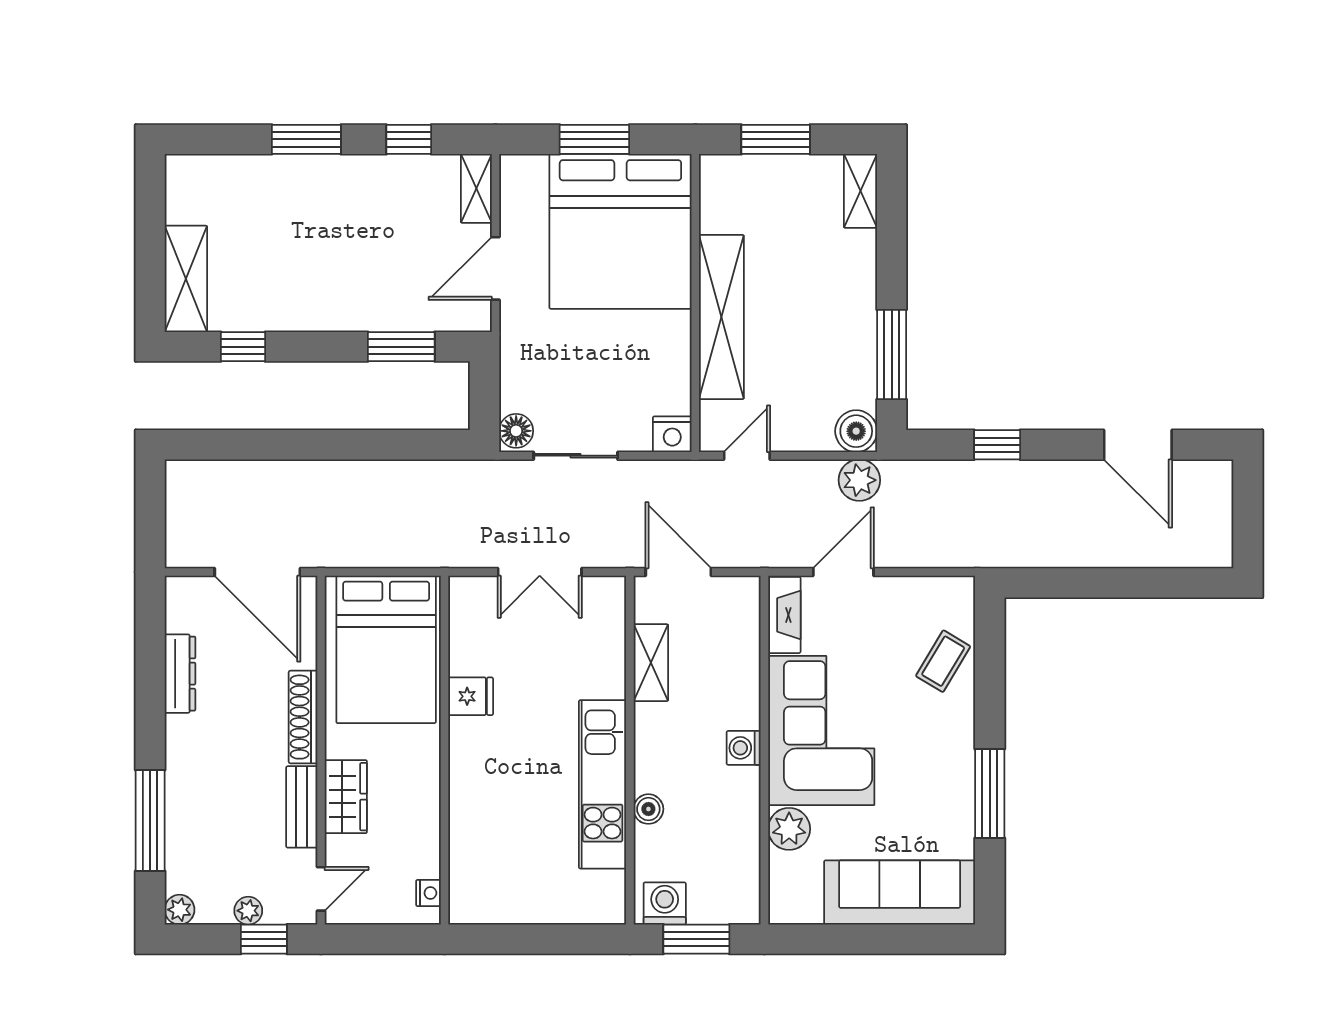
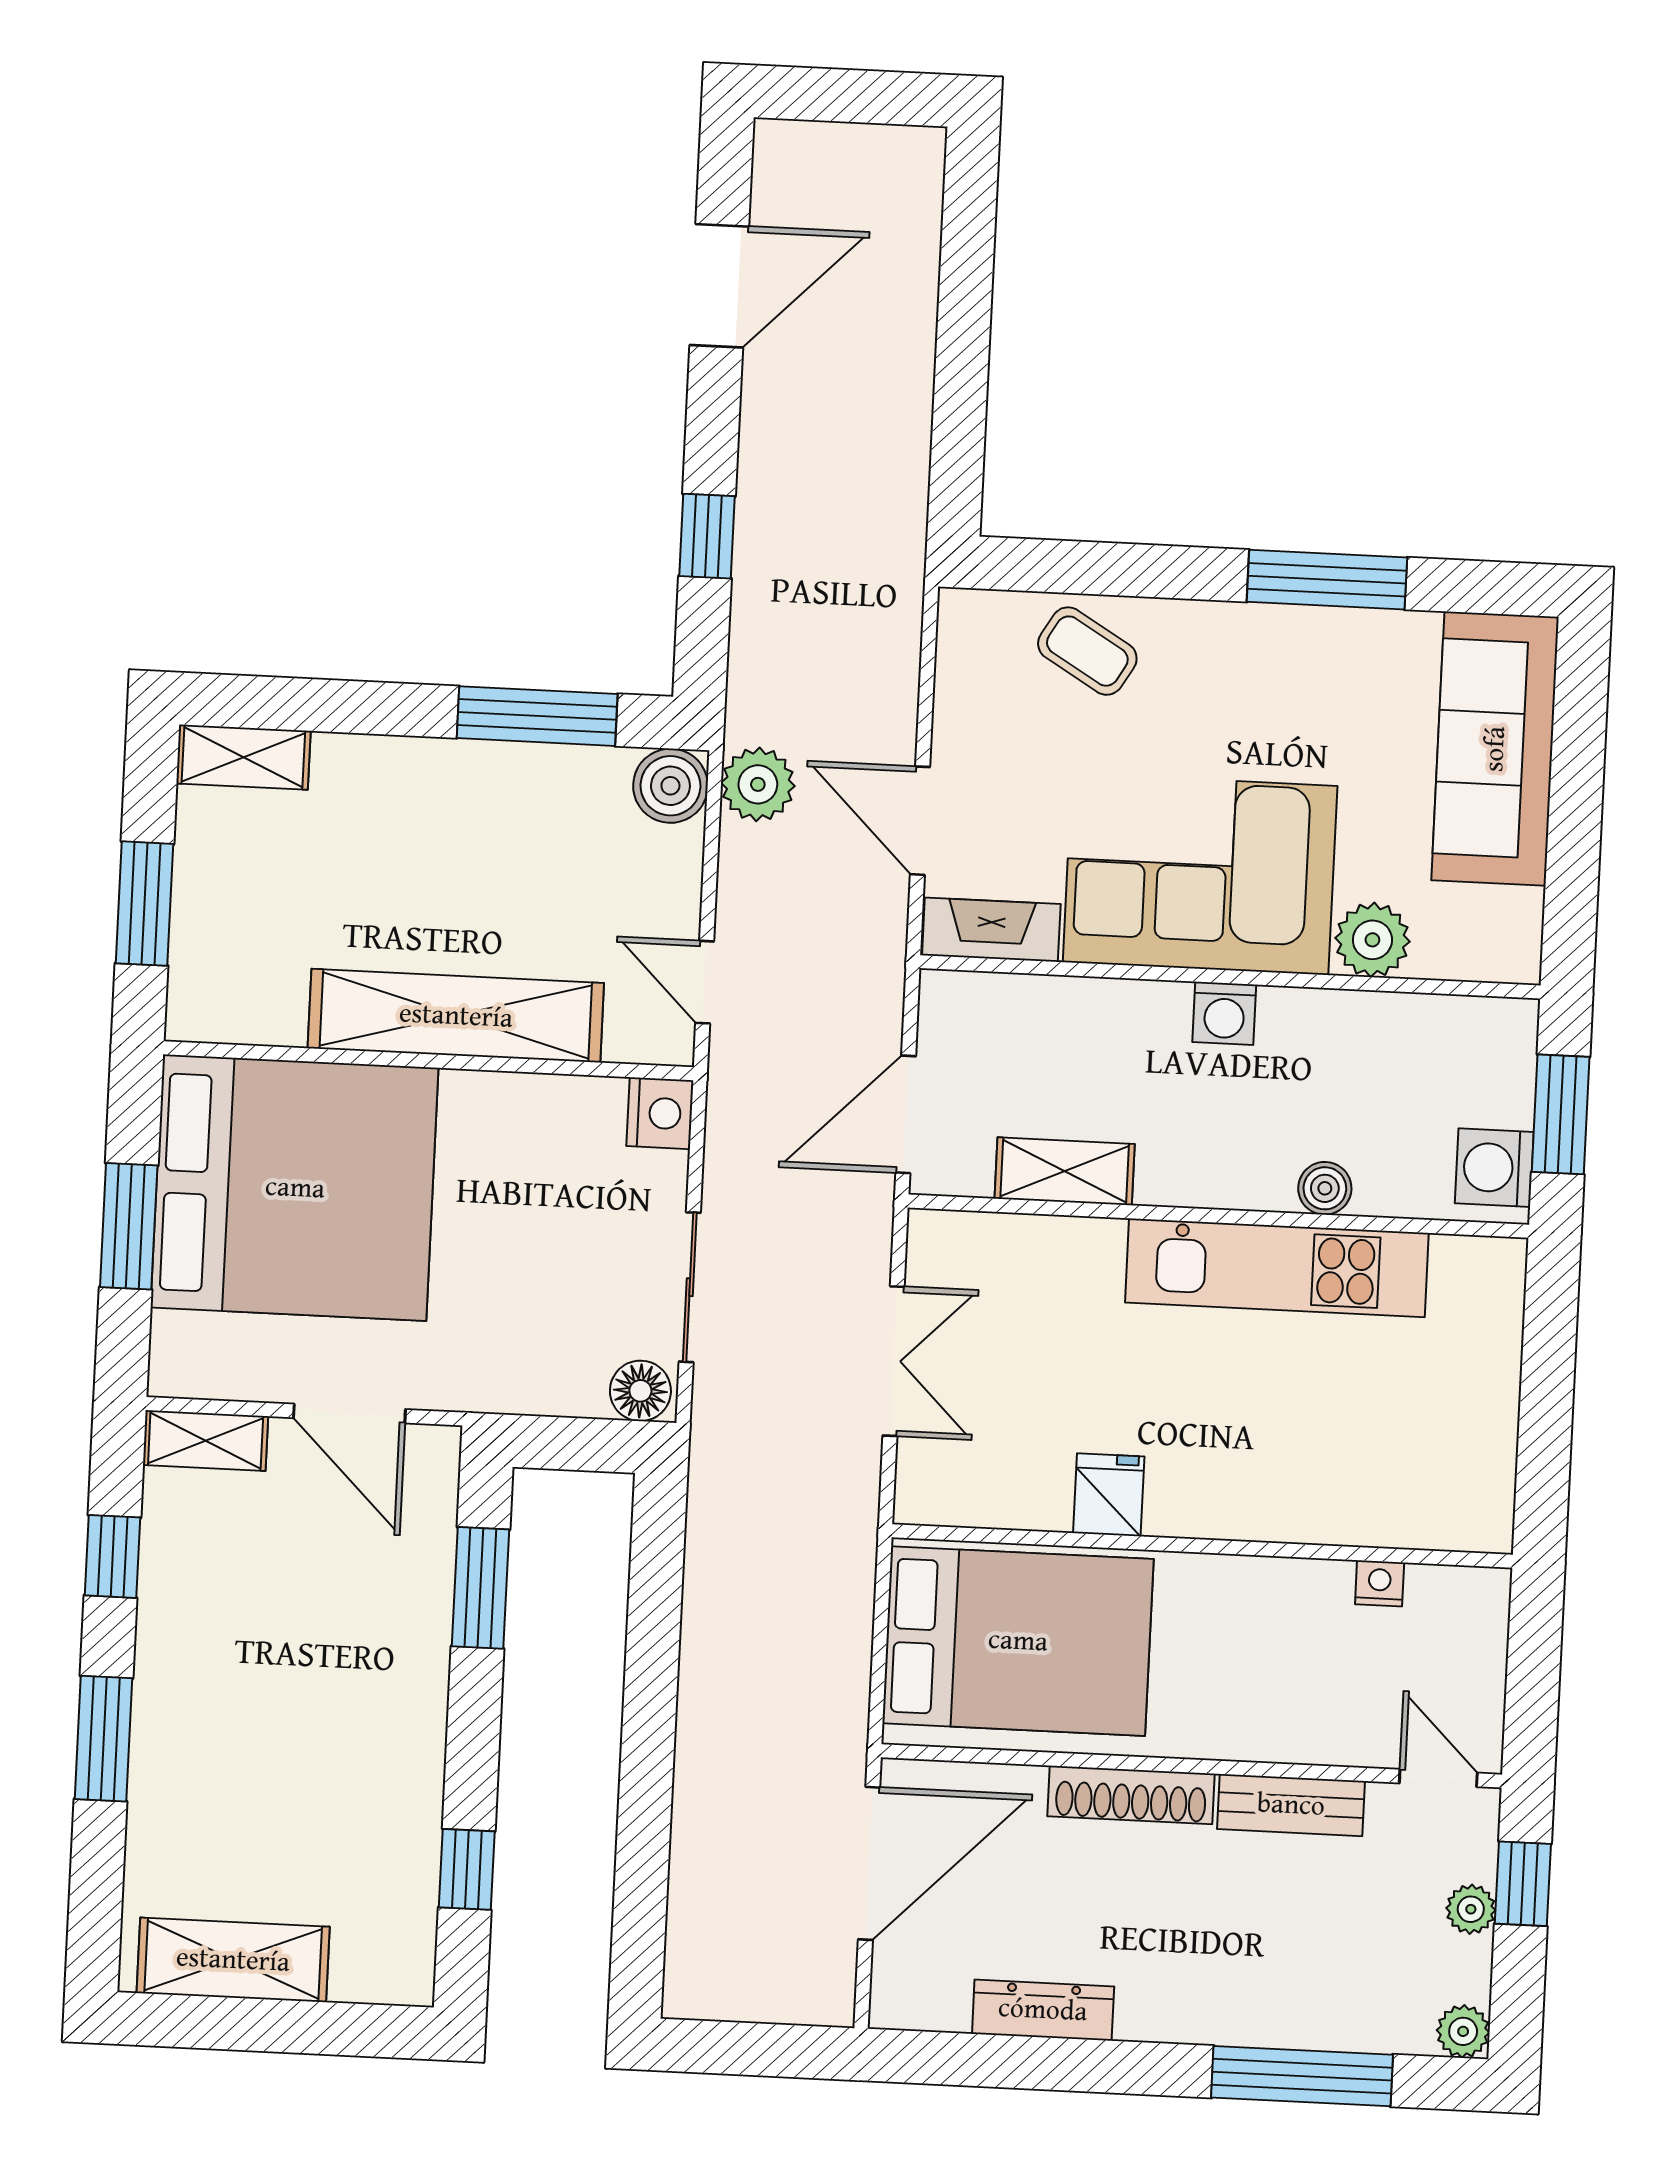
shelving: (186, 279) -> (233, 1960), moved
wardrobe: (346, 797) -> (1276, 1726), removed
nightstand: (428, 893) -> (1380, 1583), moved

